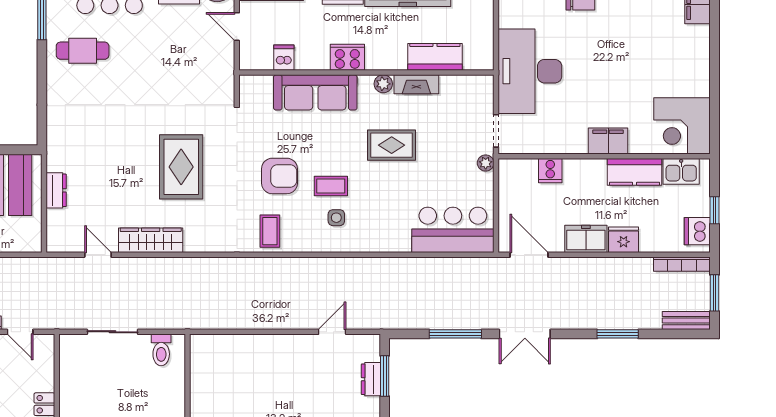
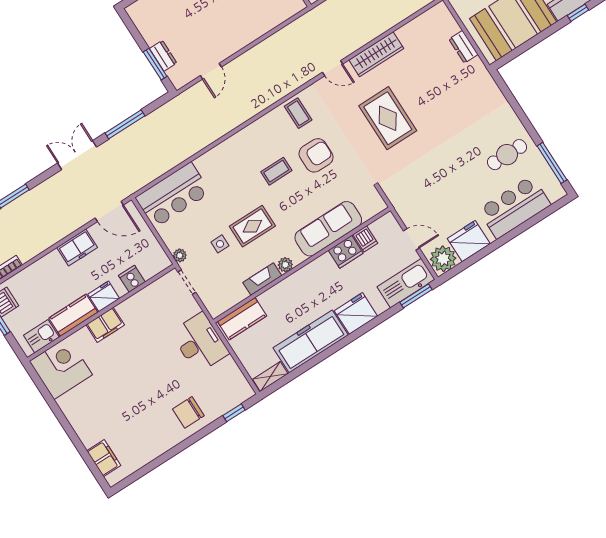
cooker: (347, 57) -> (346, 252), moved
kitchen counter: (435, 57) -> (242, 319), moved
desk: (530, 71) -> (200, 343), width x0.73, depth x0.77
armchair: (279, 176) -> (316, 155), turned 180
side table: (336, 218) -> (220, 244), moved
fridge: (624, 240) -> (104, 296), moved, turned 180
door: (98, 255) -> (333, 68), moved

